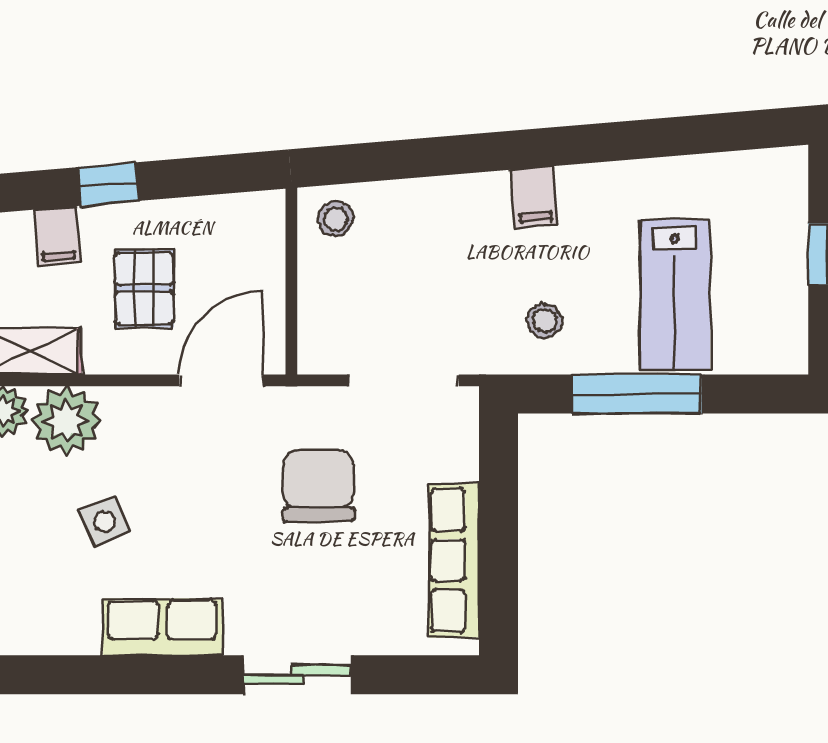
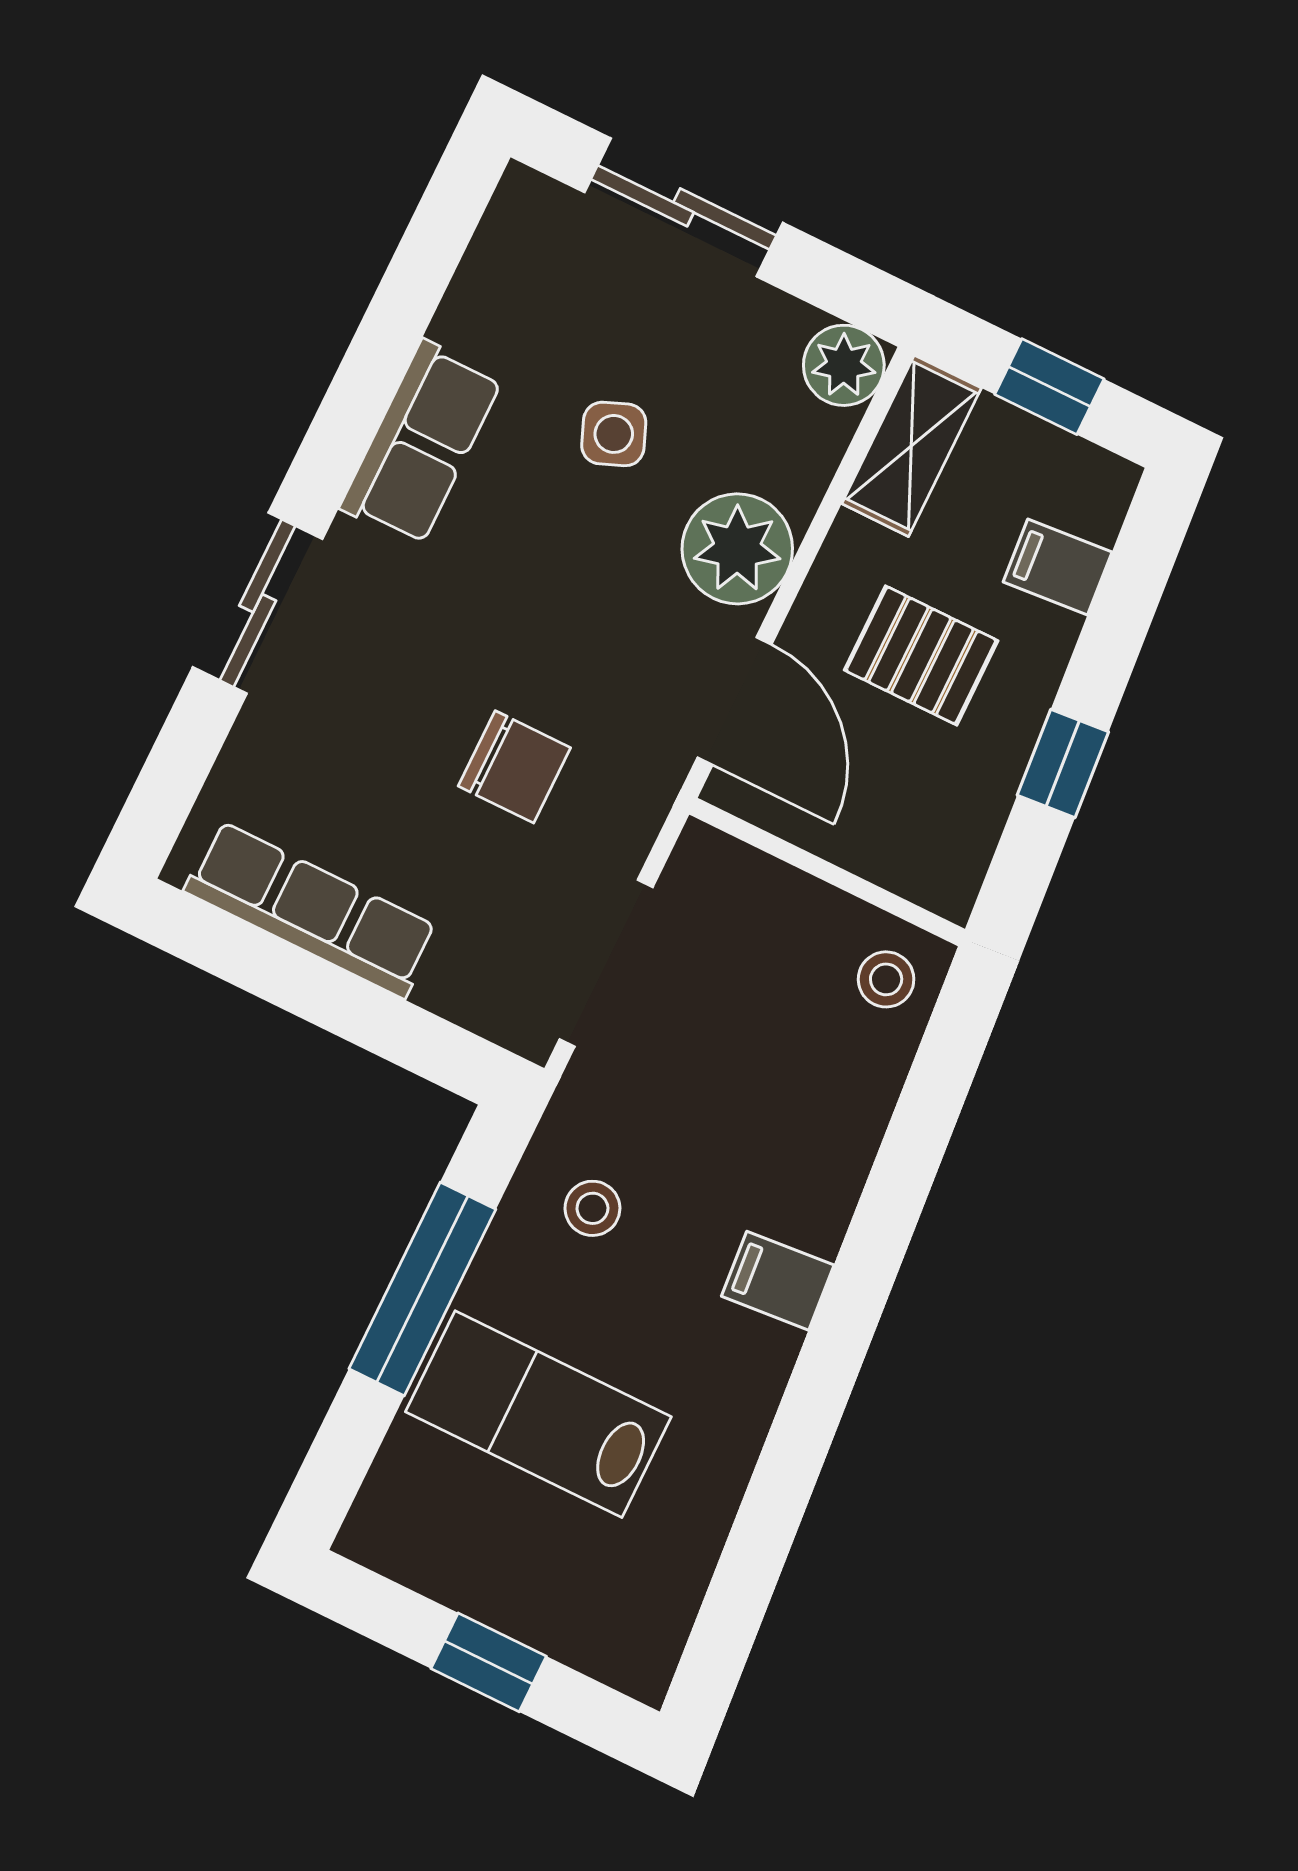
window: (108, 184) -> (1063, 764), moved
plant: (66, 421) -> (737, 549), moved
chair: (318, 486) -> (514, 767), width x0.73, depth x0.73

